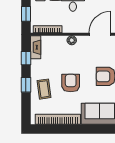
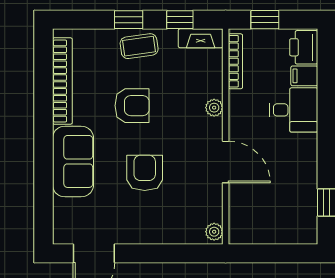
coffee table: (44, 89) -> (139, 46), moved

